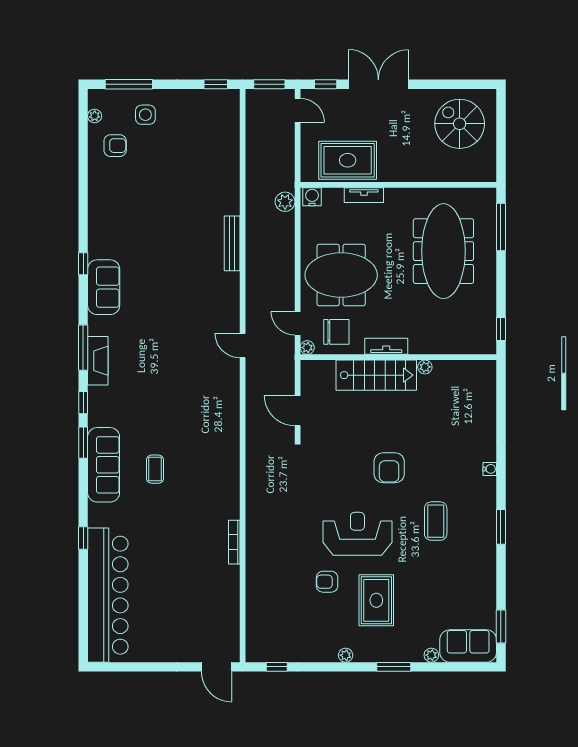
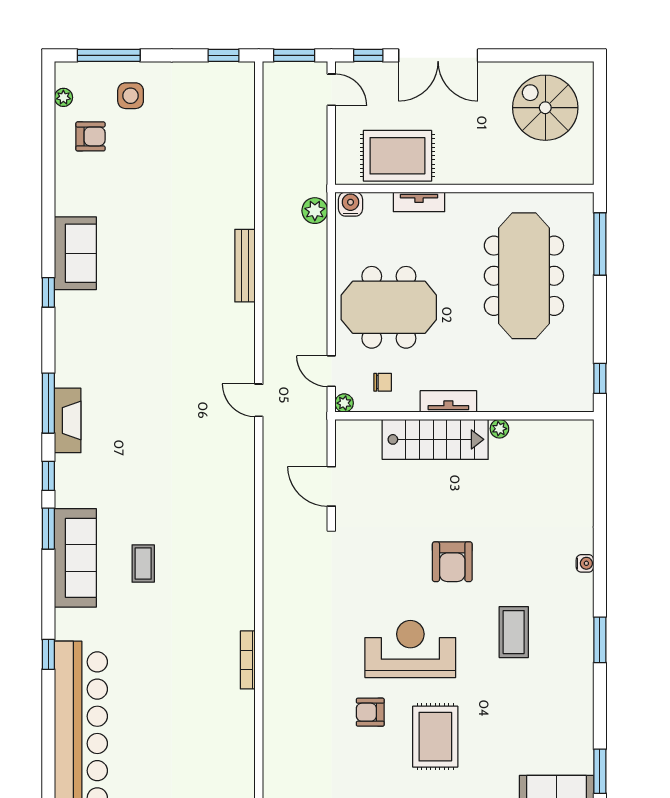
double door: (378, 84) -> (438, 55), swing flipped
sofa: (104, 287) -> (75, 253), moved
chair: (336, 332) -> (383, 382), width x0.54, depth x0.54

